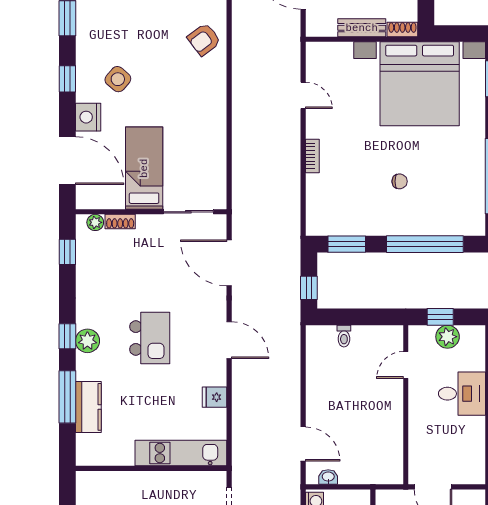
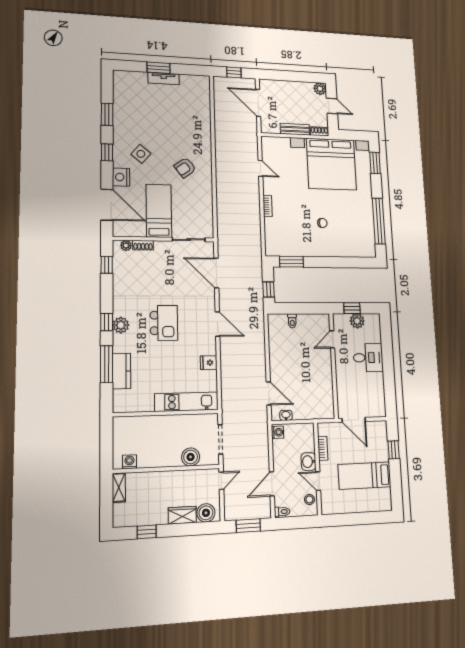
armchair: (204, 39) -> (185, 168), moved
window: (425, 244) -> (340, 262), removed

